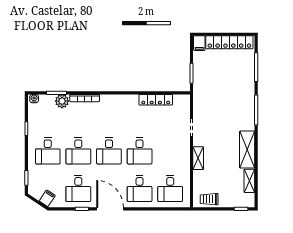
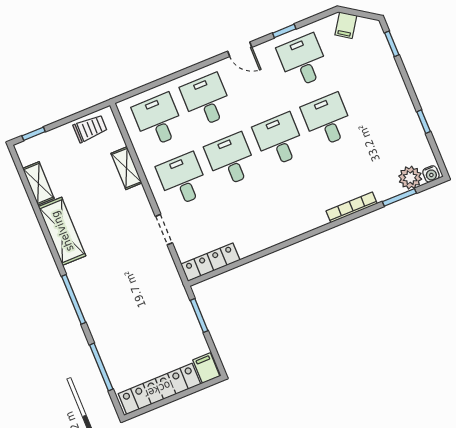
locker: (156, 100) -> (210, 262), moved
plant: (62, 101) -> (410, 178), moved
desk: (48, 151) -> (183, 179), moved
shelving: (198, 158) -> (126, 168), moved
door: (110, 209) -> (240, 49), width x0.53

